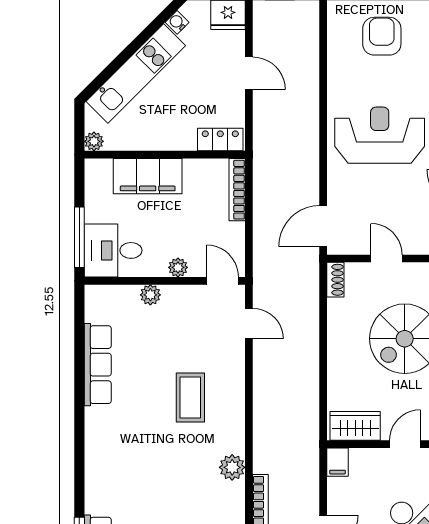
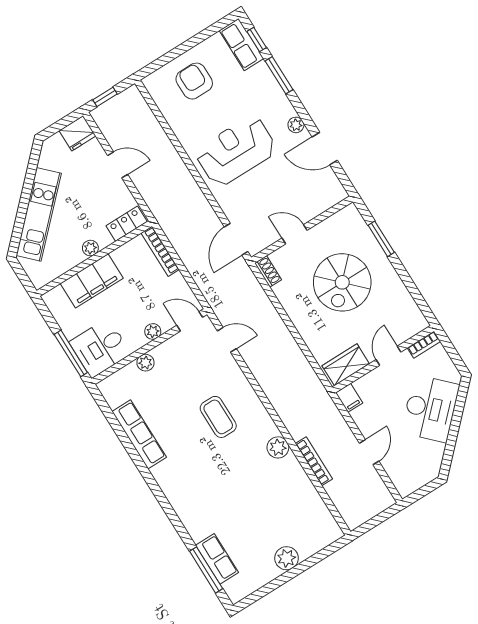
water cooler: (177, 22) -> (45, 161), removed
plant: (94, 141) -> (90, 248), moved

